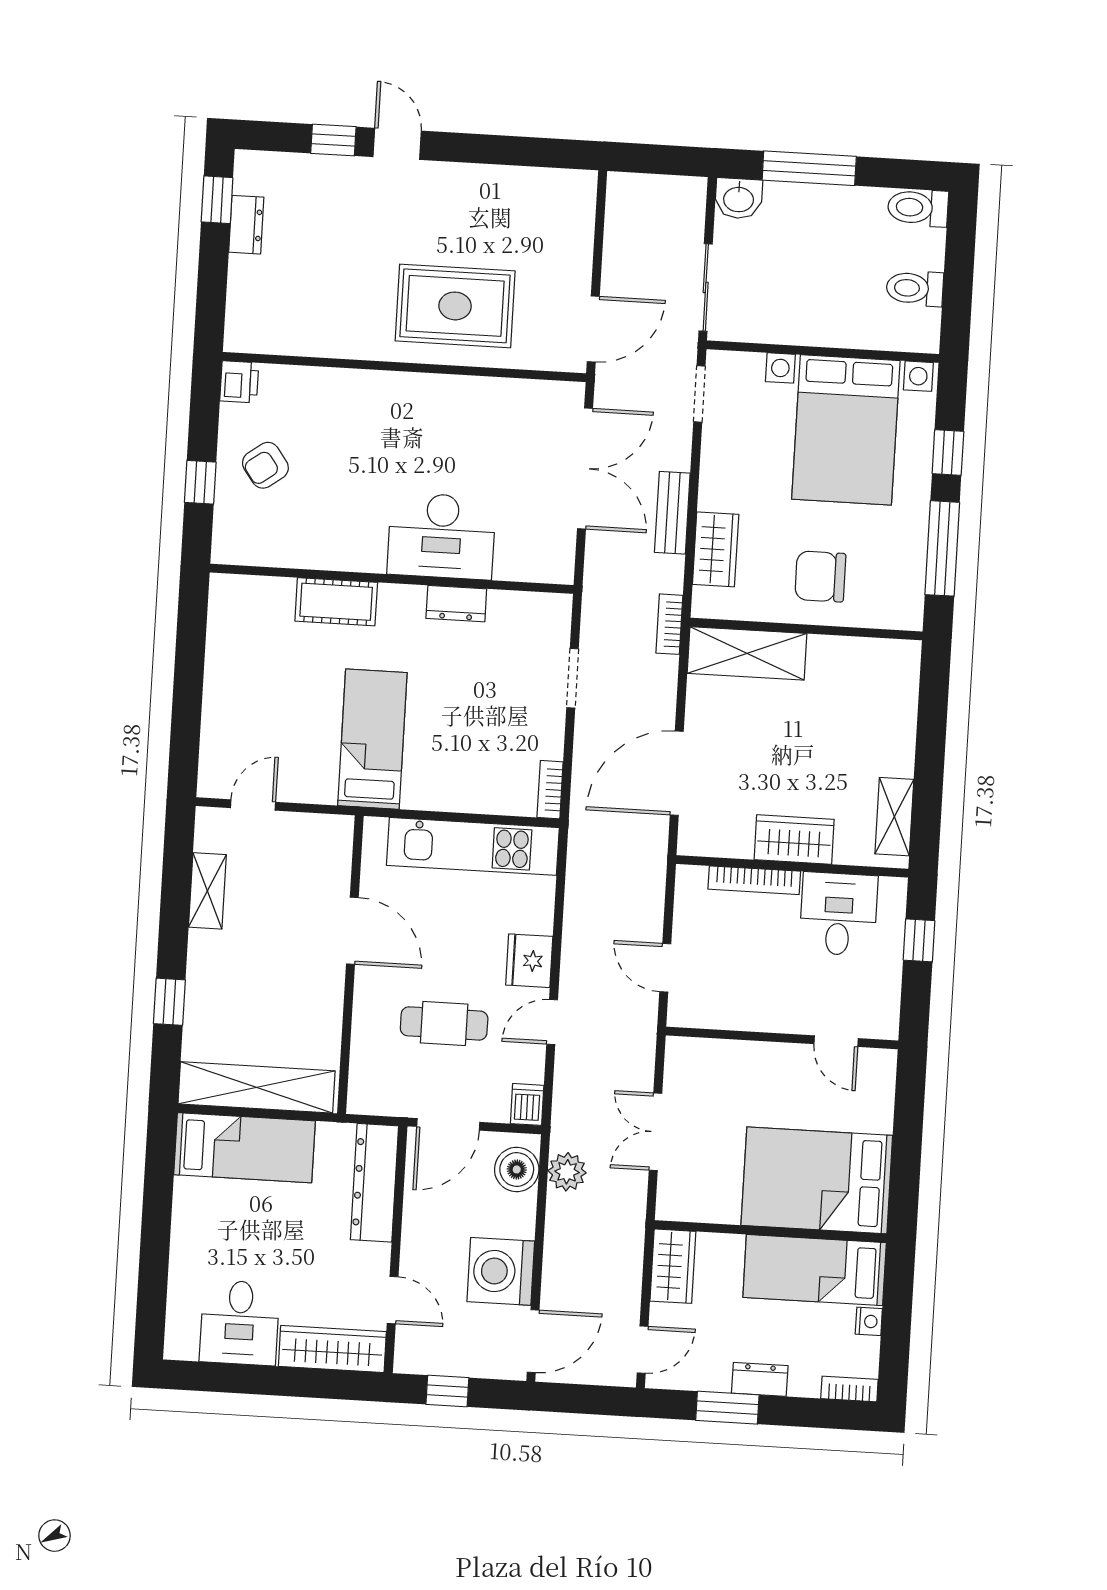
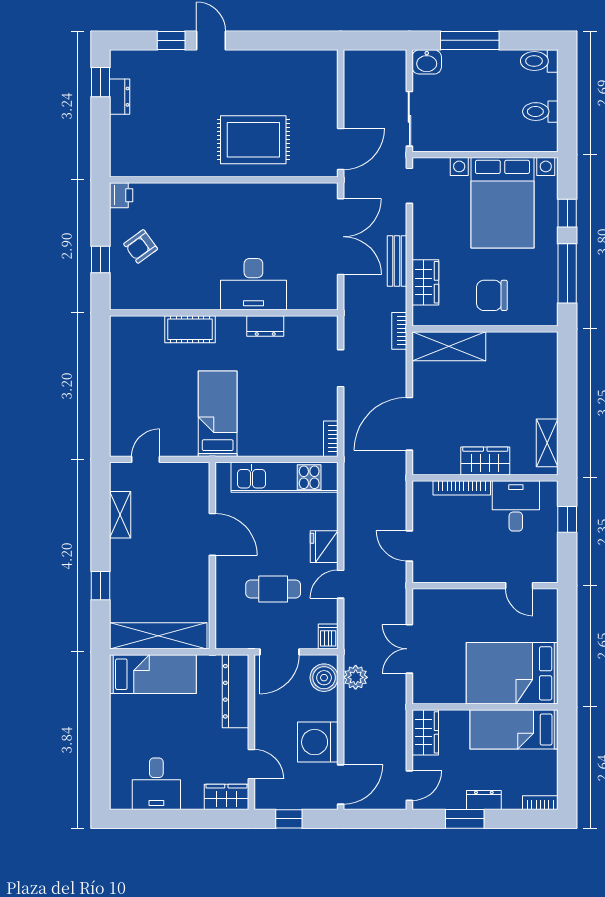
nightstand: (869, 1321) -> (550, 760), removed
wardrobe: (332, 1349) -> (226, 797), width x0.67

